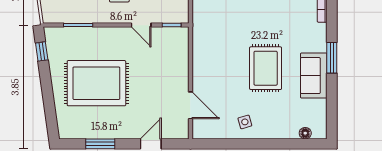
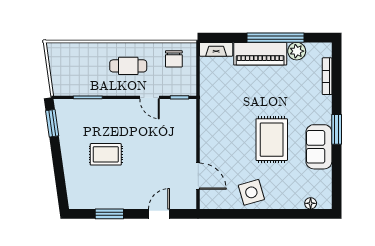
window: (42, 51) -> (52, 123), width x1.50
rug: (96, 83) -> (106, 154), width x0.54, depth x0.49
side table: (245, 122) -> (251, 192), width x1.87, depth x1.87

